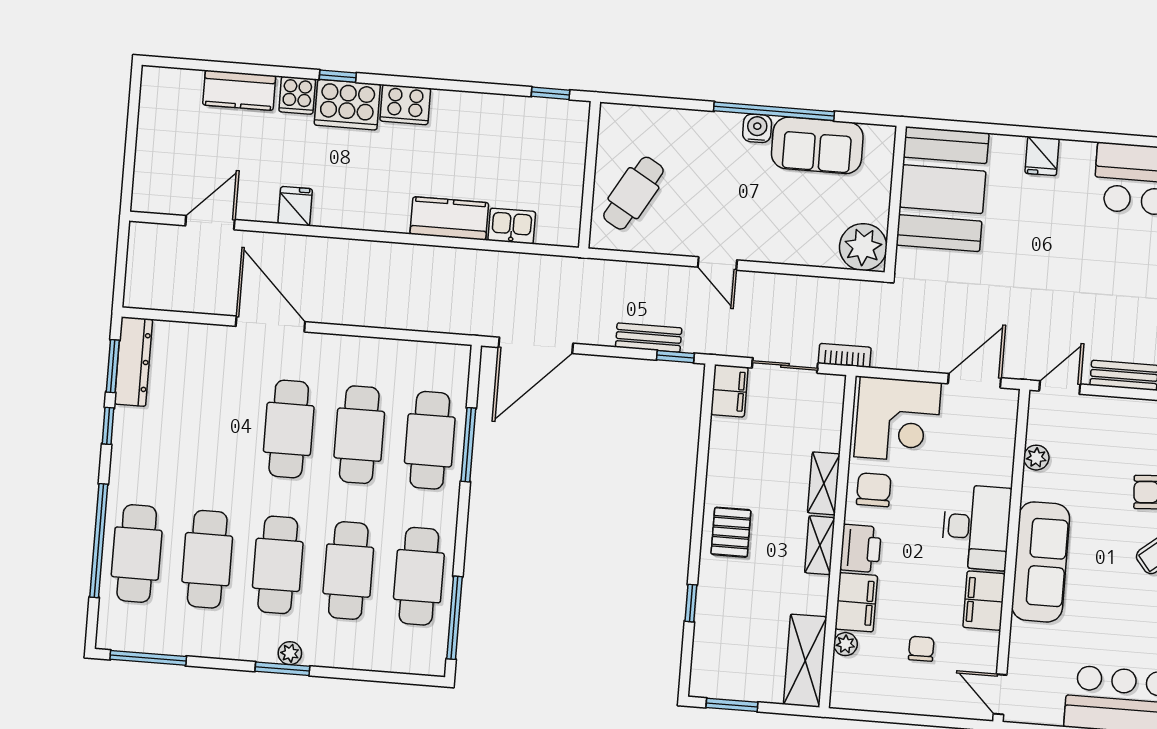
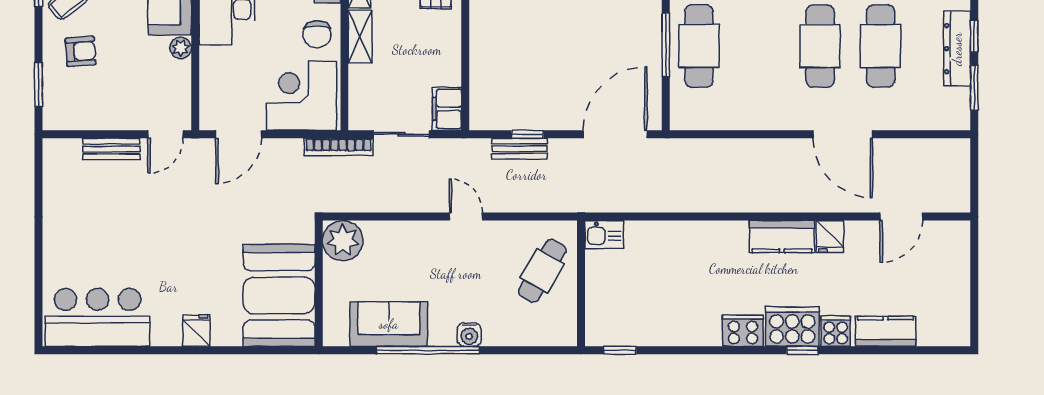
water cooler: (757, 128) -> (469, 334), moved
kitchen counter: (449, 218) -> (782, 237), moved
kitchen sink: (512, 226) -> (604, 234), moved
bookcase: (845, 355) -> (339, 147), width x1.56
window: (675, 357) -> (527, 134), moved
dresser: (133, 362) -> (957, 49), moved
cafe table: (359, 435) -> (881, 46), moved
plant: (1036, 458) -> (181, 48), moved

